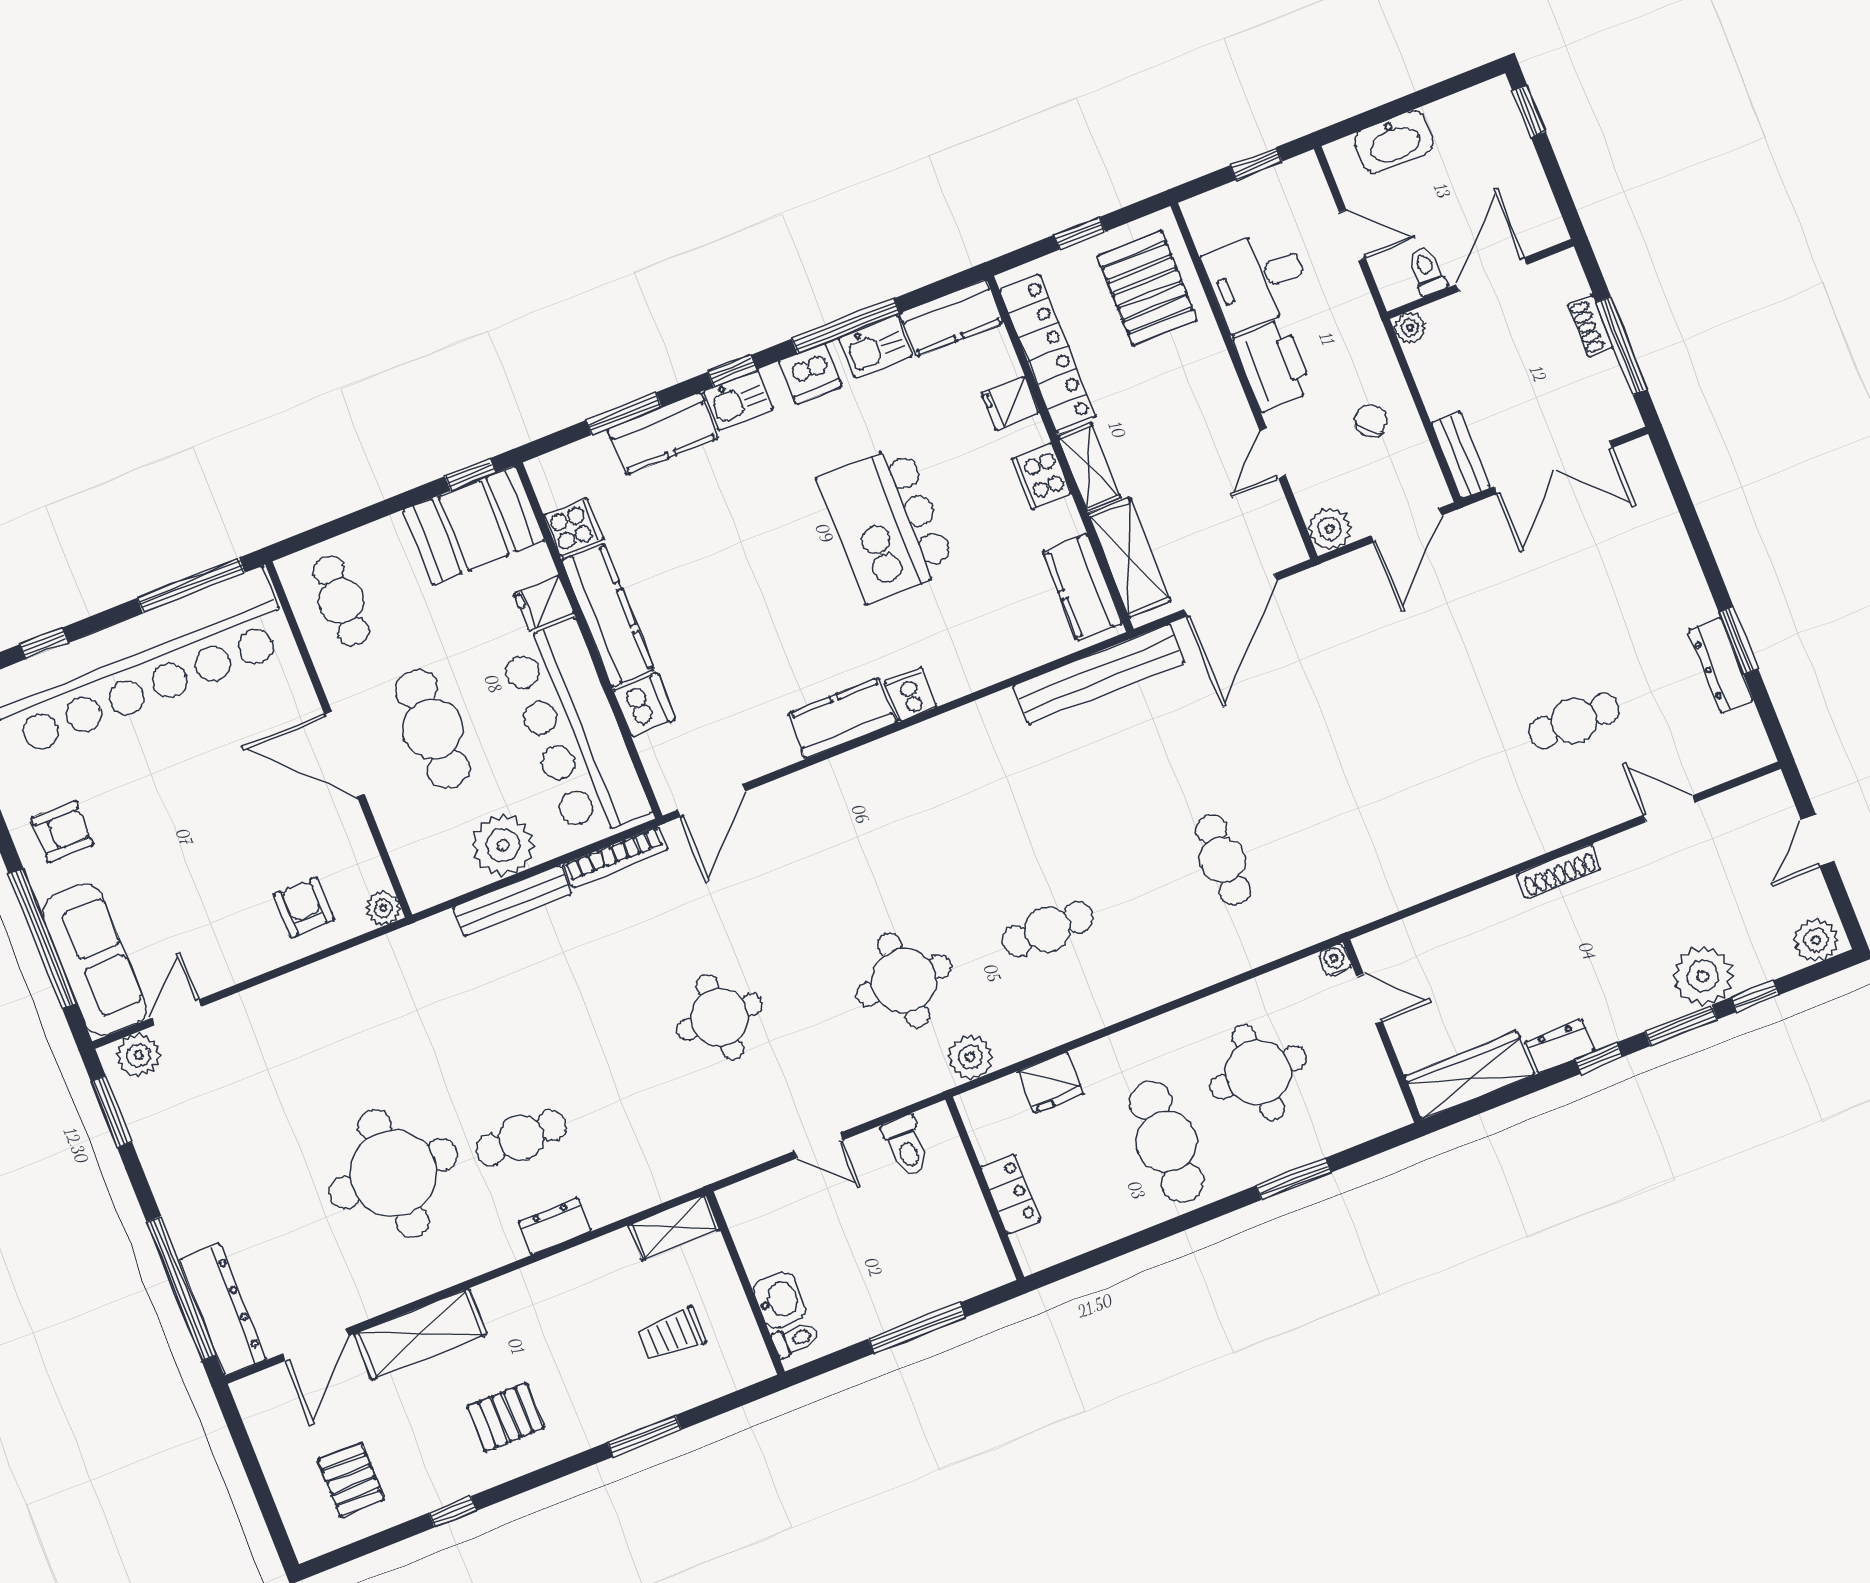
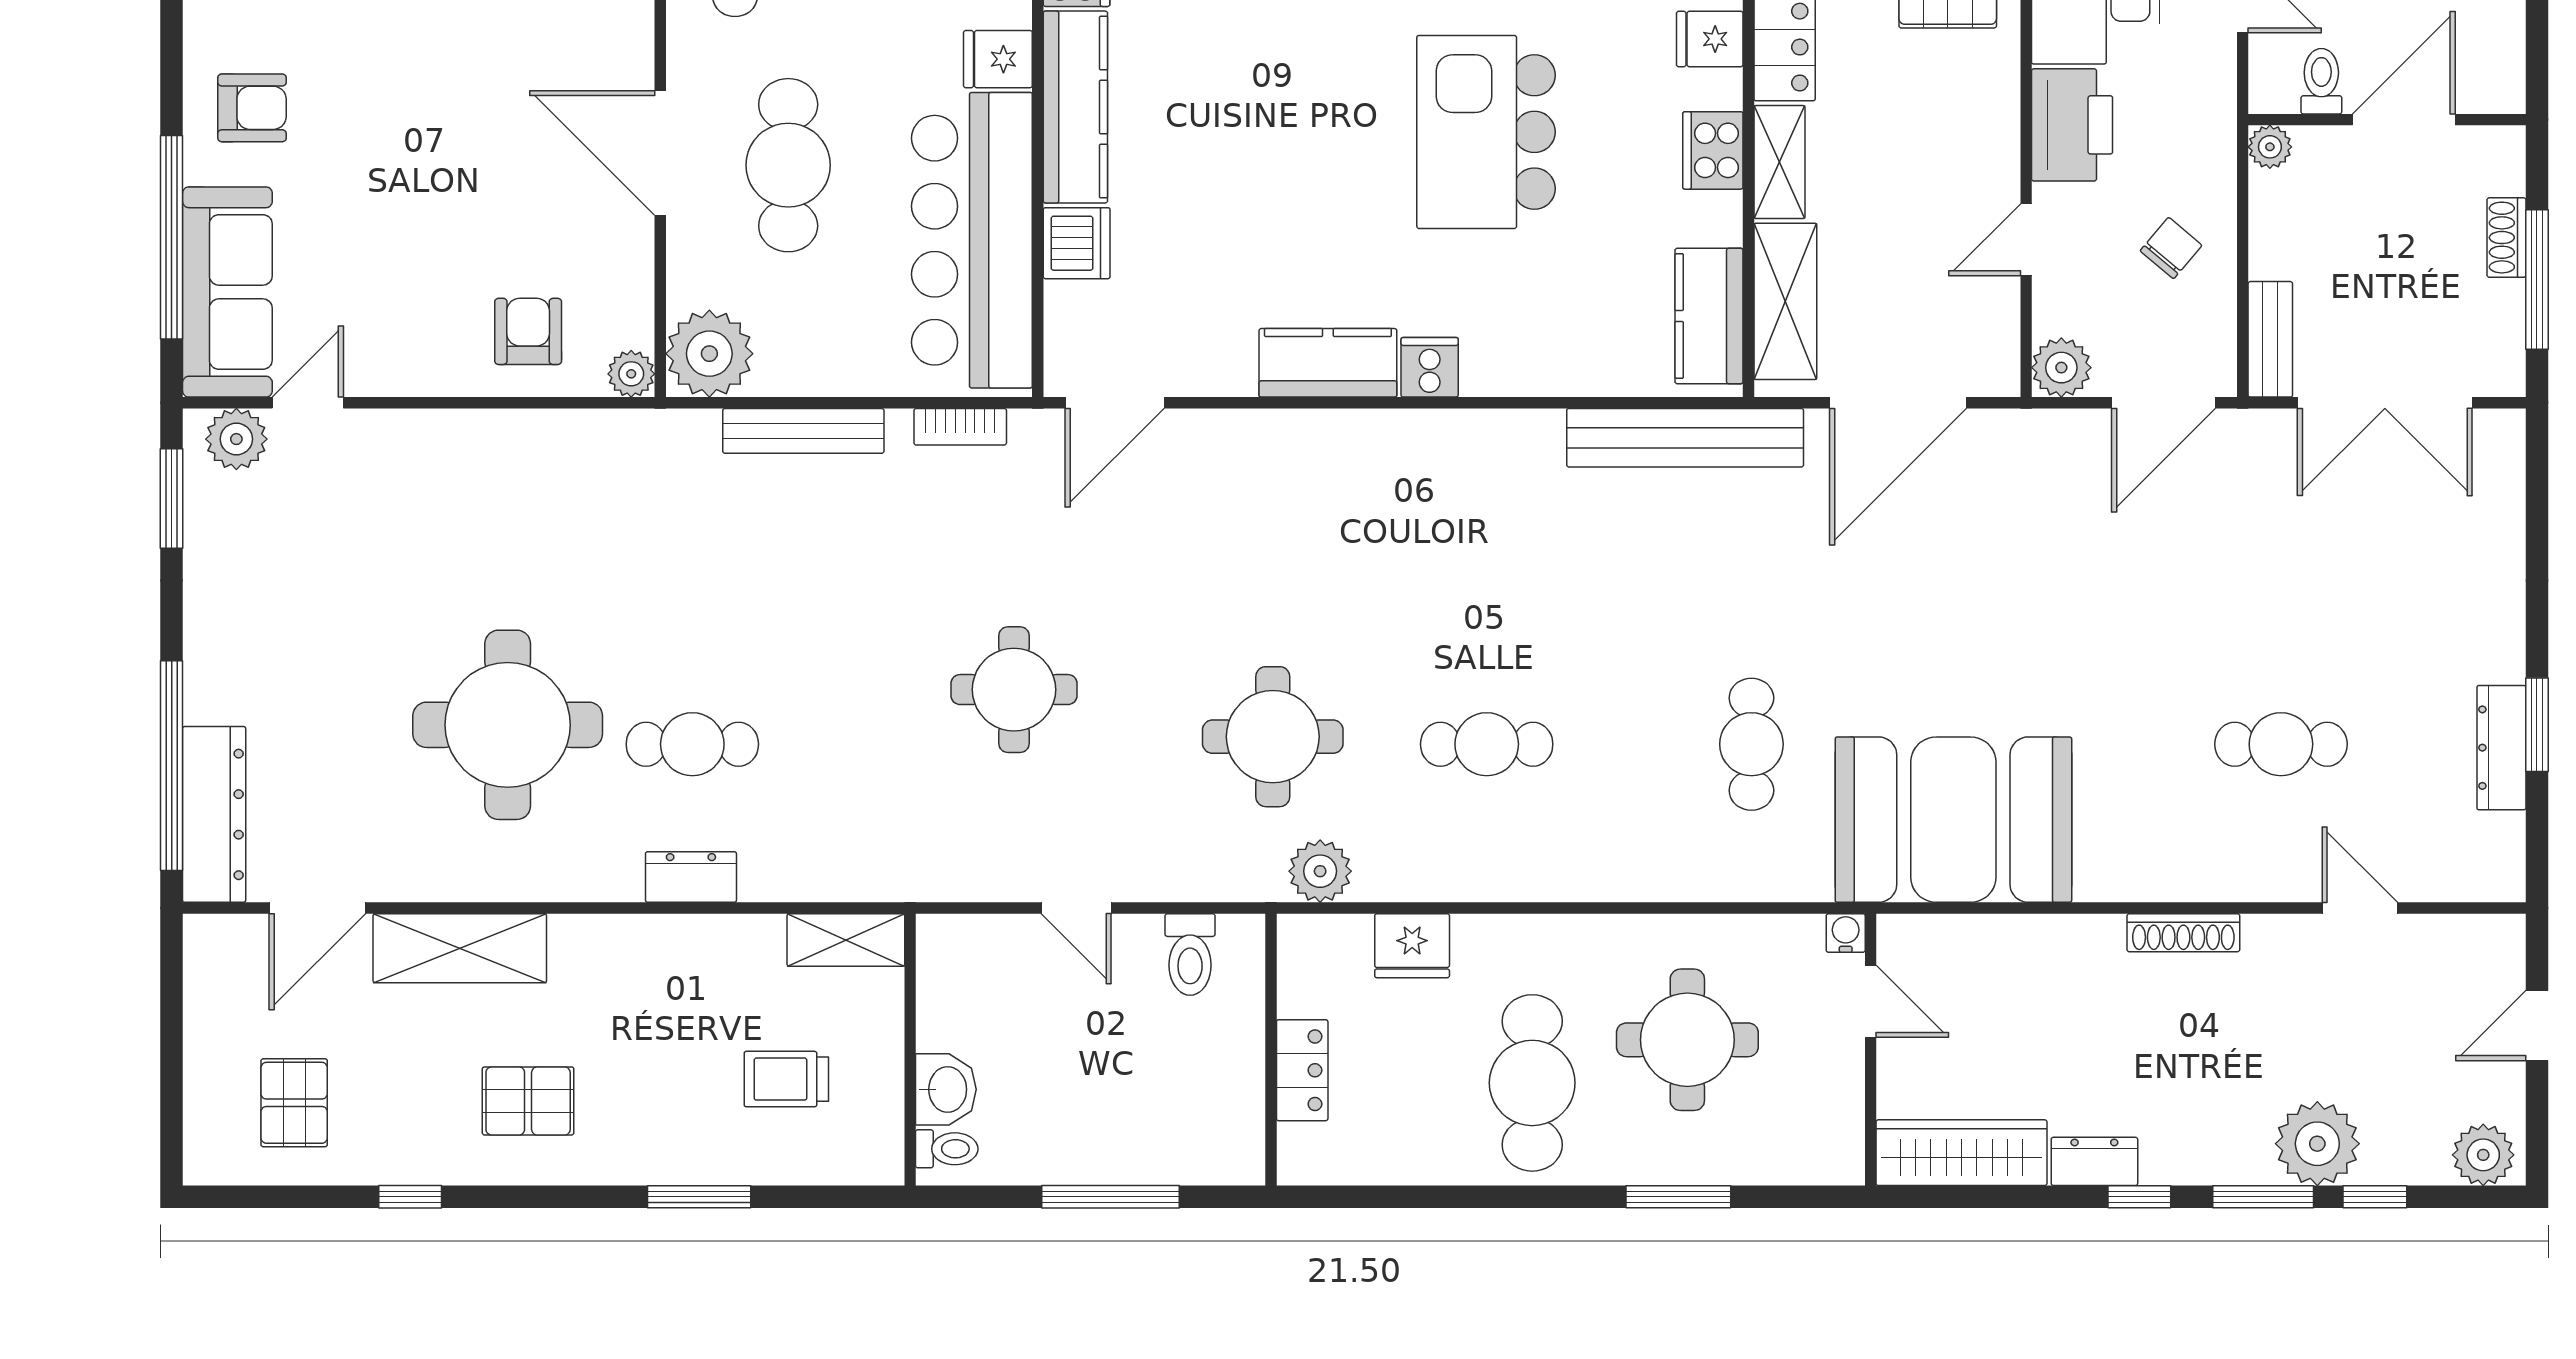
plant: (503, 845) -> (709, 354), moved
bookcase: (615, 857) -> (960, 427), width x0.64
booth: (1377, 857) -> (1953, 820), added

